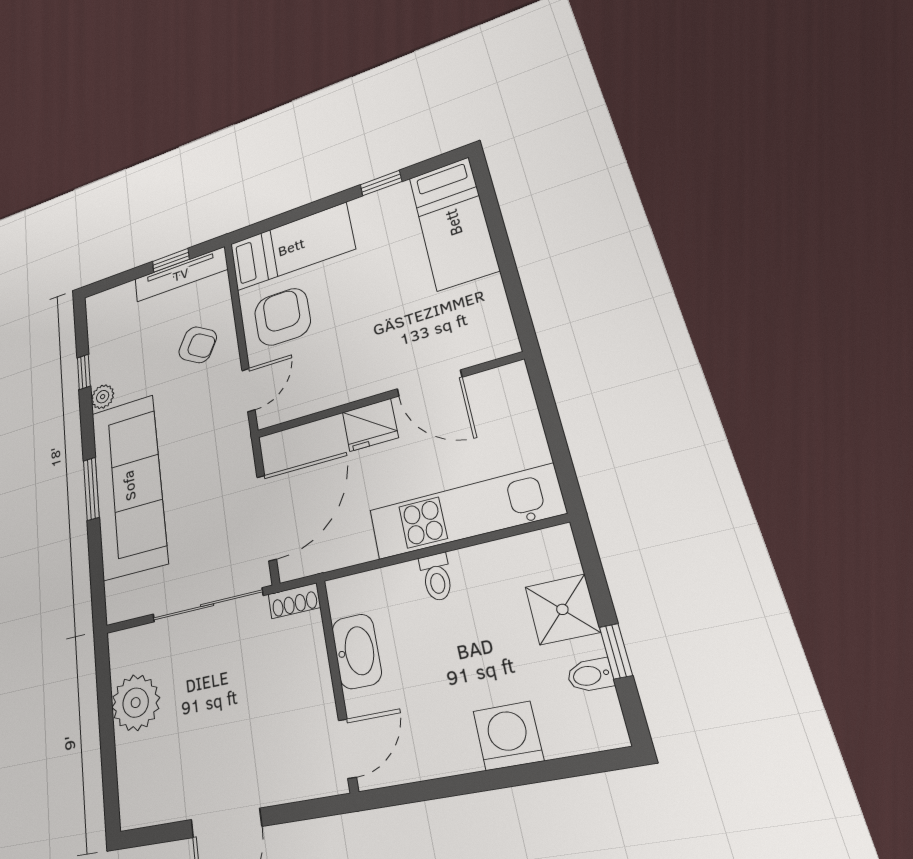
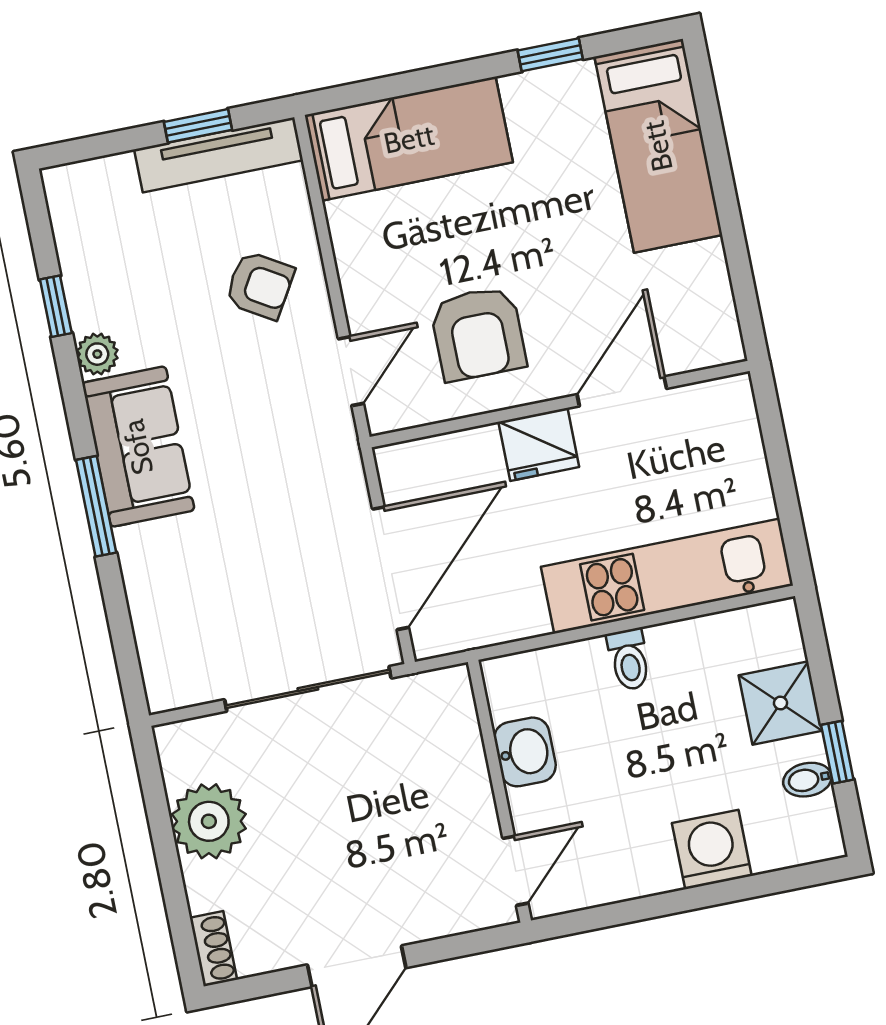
armchair: (282, 317) -> (478, 334), moved, turned 180
door: (429, 383) -> (622, 391), swing flipped
sofa: (129, 486) -> (138, 447), width x0.54, depth x0.79
shoe rack: (294, 601) -> (213, 949), moved, turned -90
washbasin: (357, 651) -> (525, 752), width x0.72

